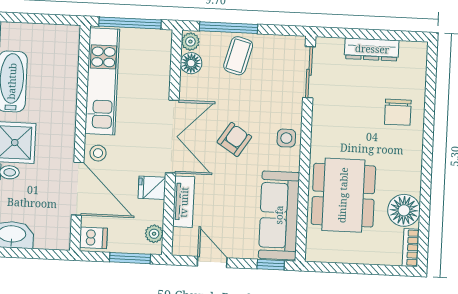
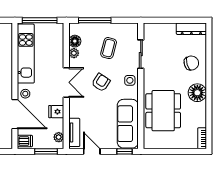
plant: (190, 42) -> (74, 53), moved
dresser: (372, 49) -> (191, 29), moved
coffee table: (238, 56) -> (109, 48), moved
sliding door: (309, 72) -> (141, 54), moved
chair: (398, 112) -> (191, 63), turned -106
double door: (172, 136) -> (66, 82), width x0.73
tv unit: (184, 202) -> (74, 132), moved
floor lamp: (404, 210) -> (197, 93), moved

